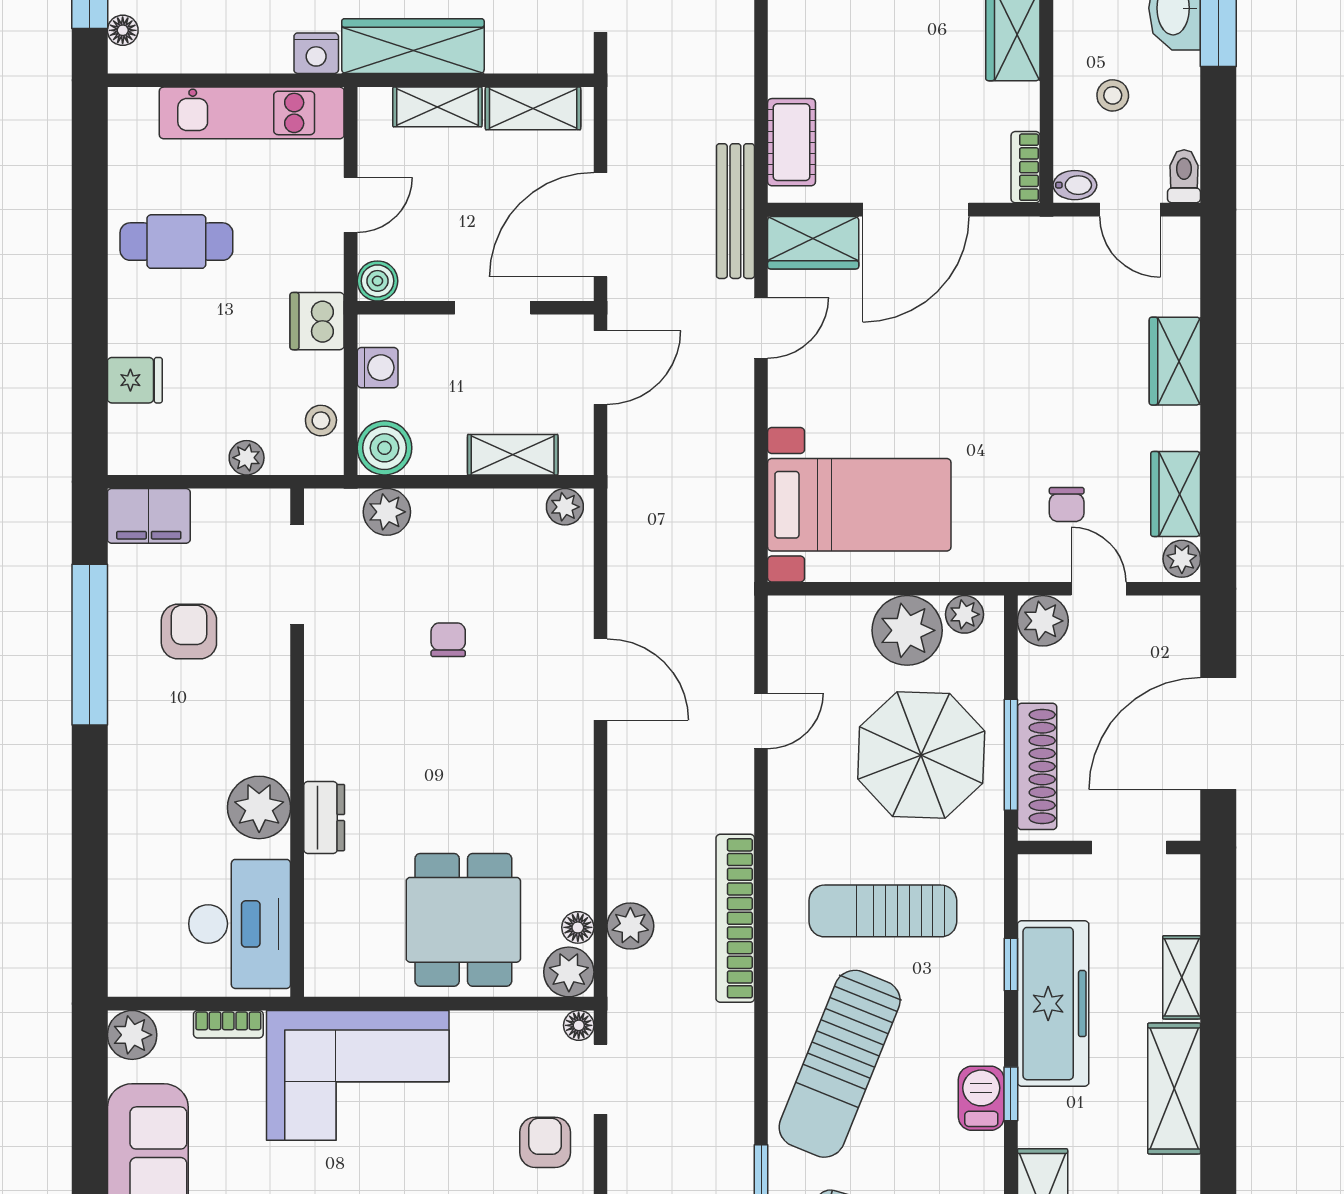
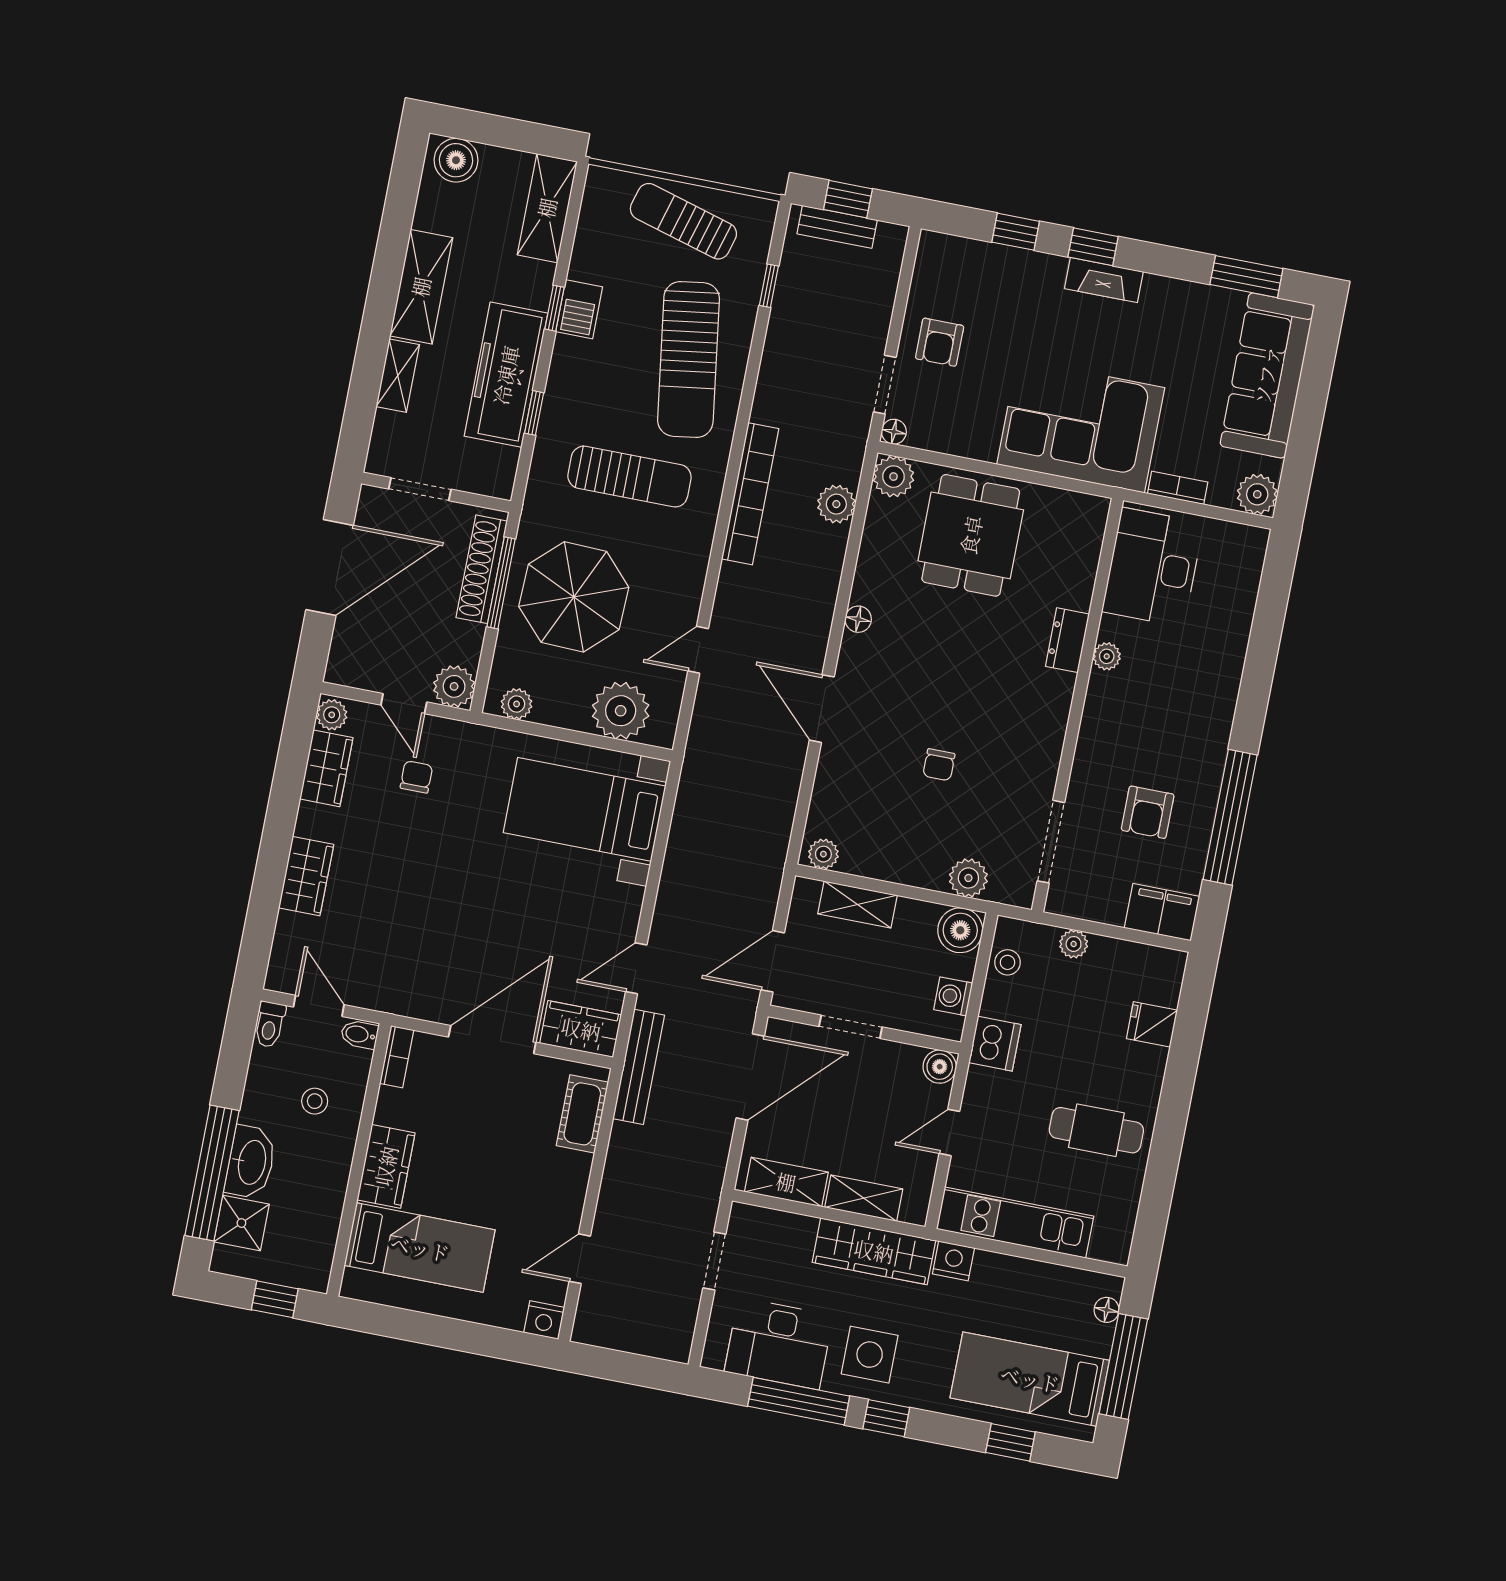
plant: (907, 630) -> (621, 711), moved
plant: (259, 807) -> (1107, 656), width x0.53, depth x0.53
floor lamp: (578, 927) -> (858, 619), moved
sun lounger: (840, 1064) -> (688, 360), turned 150

